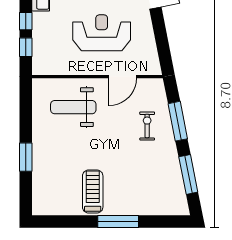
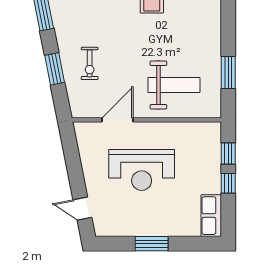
window: (178, 121) -> (55, 69), width x0.69
window: (26, 157) -> (228, 72), moved

